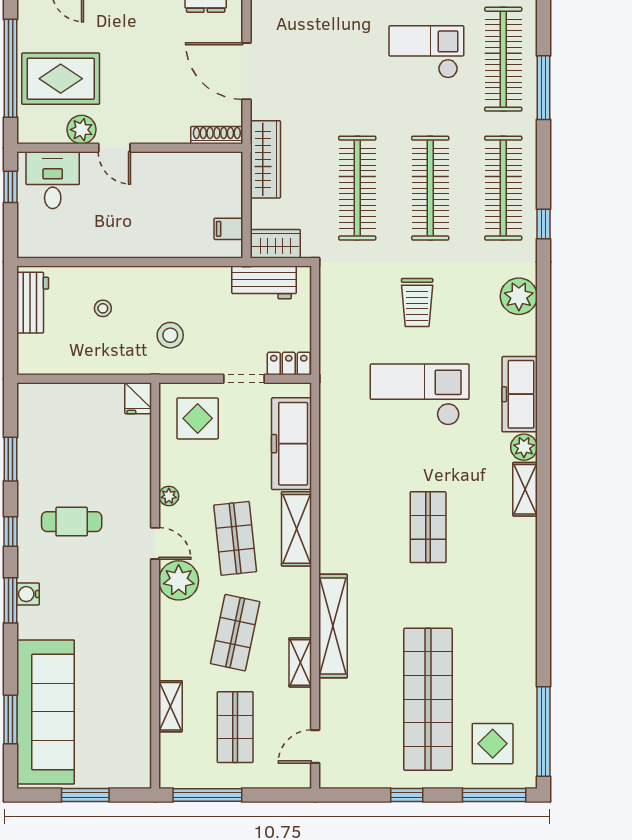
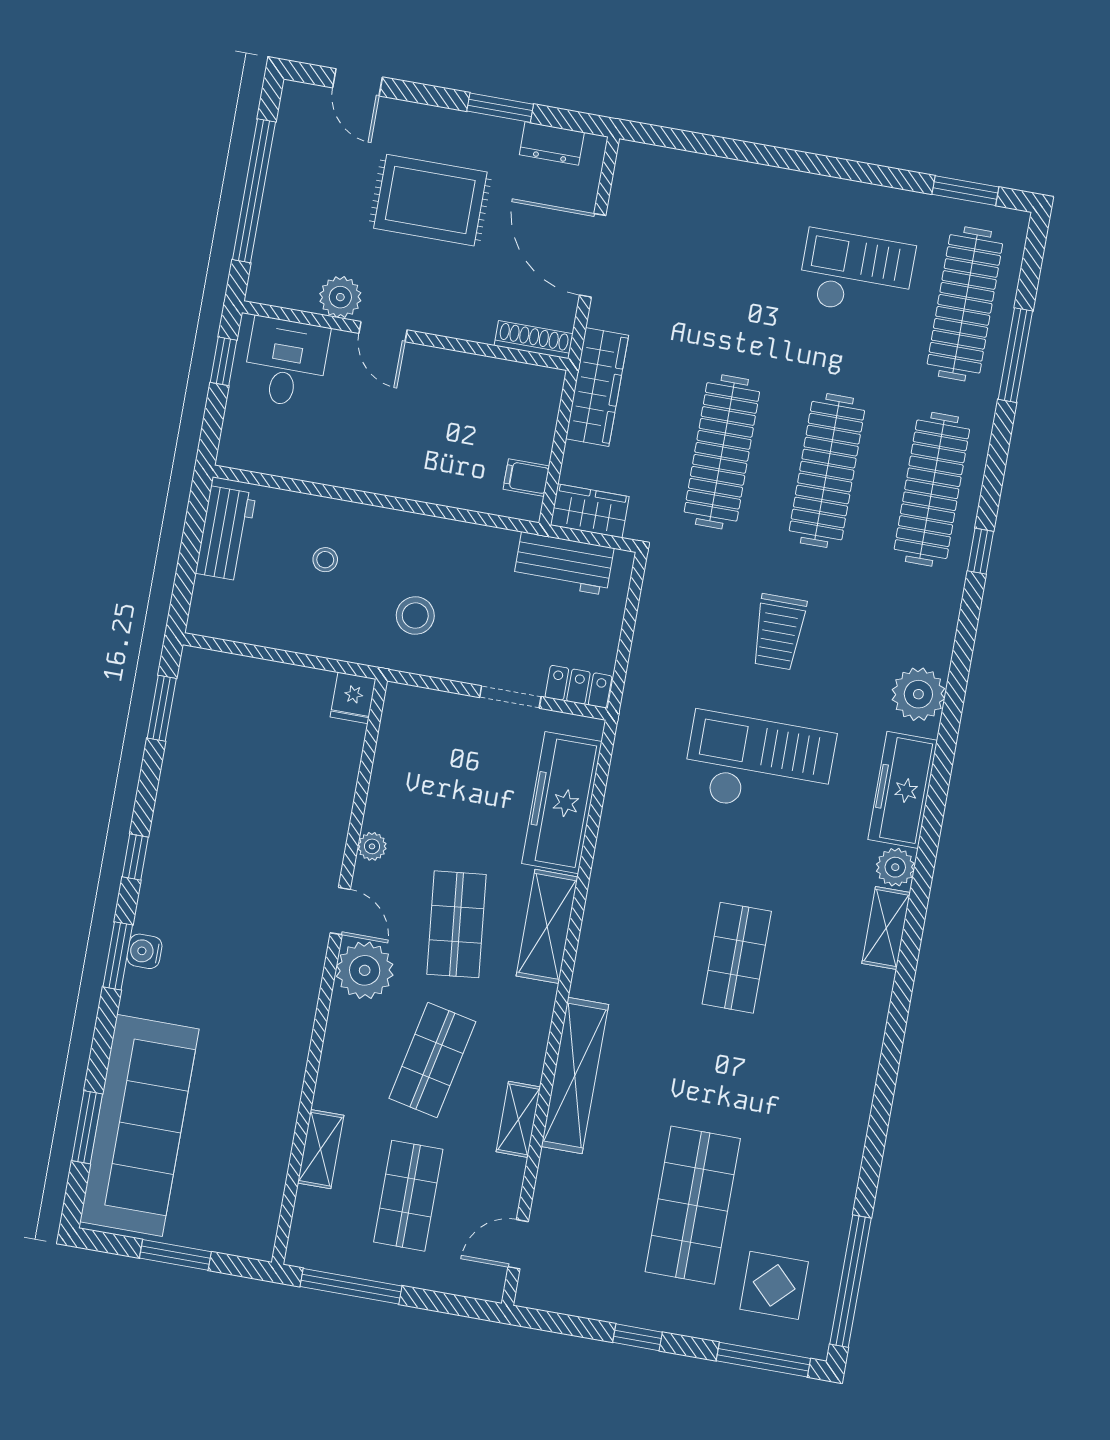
rug: (61, 79) -> (430, 200), moved
plant: (519, 296) -> (918, 694), moved
display table: (198, 418) -> (433, 742), removed
window: (11, 459) -> (162, 708), moved
cafe table: (72, 522) -> (226, 858), removed
shop shelf: (428, 699) -> (693, 1205), width x0.71

